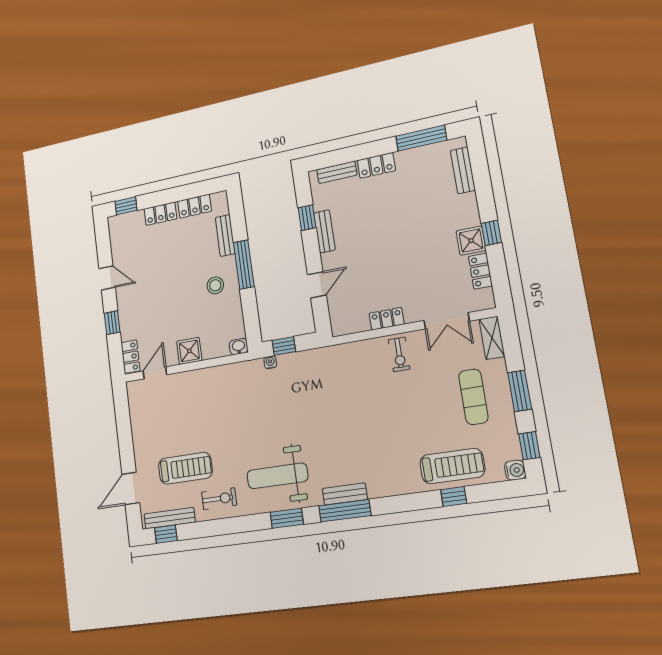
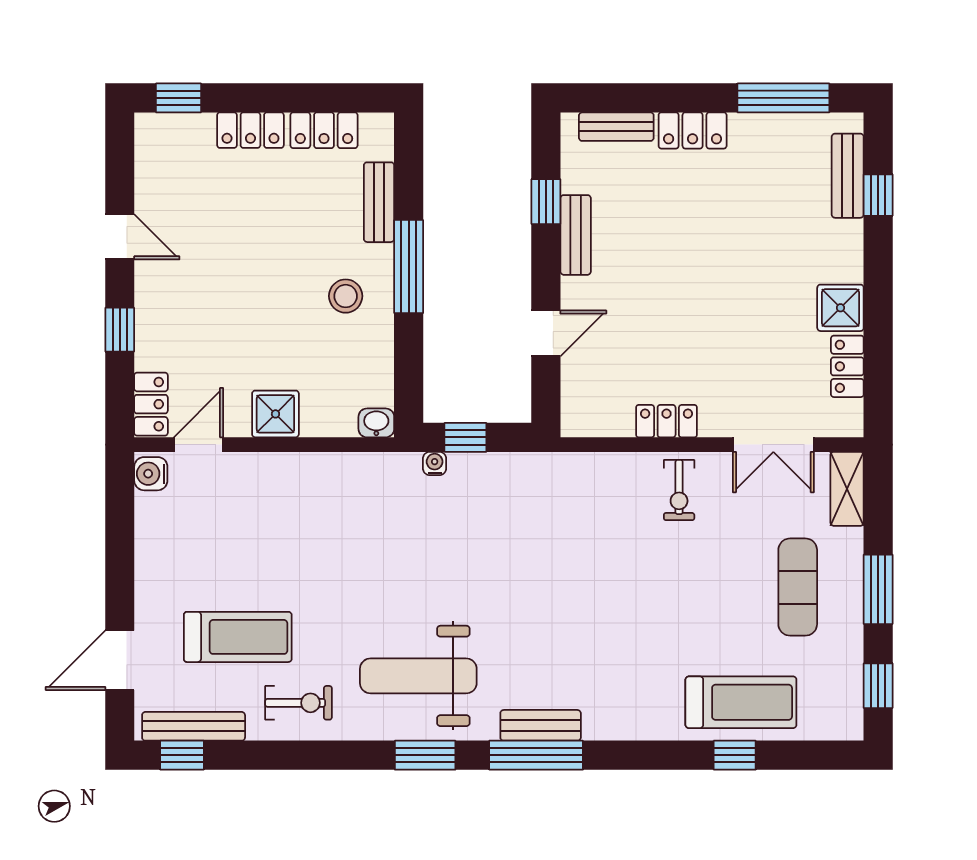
window: (491, 233) -> (878, 195), moved
water cooler: (515, 470) -> (151, 474), moved, turned 180

